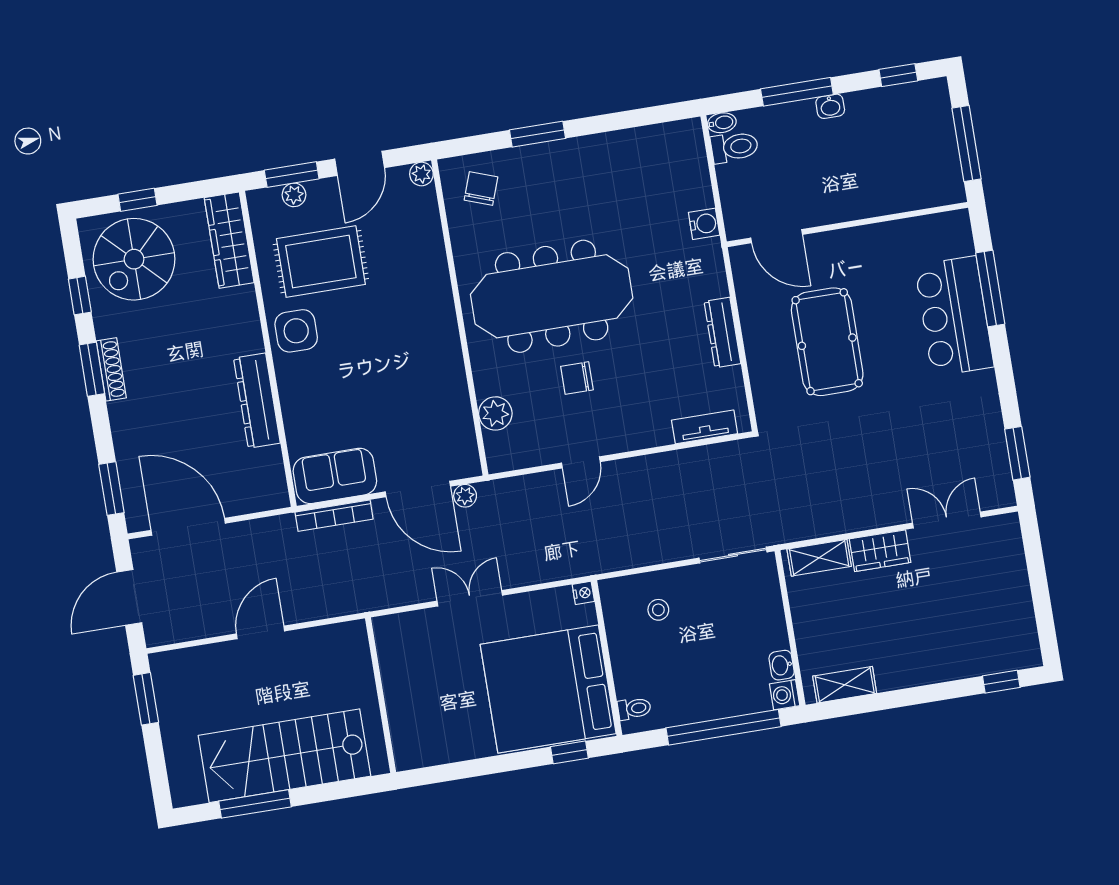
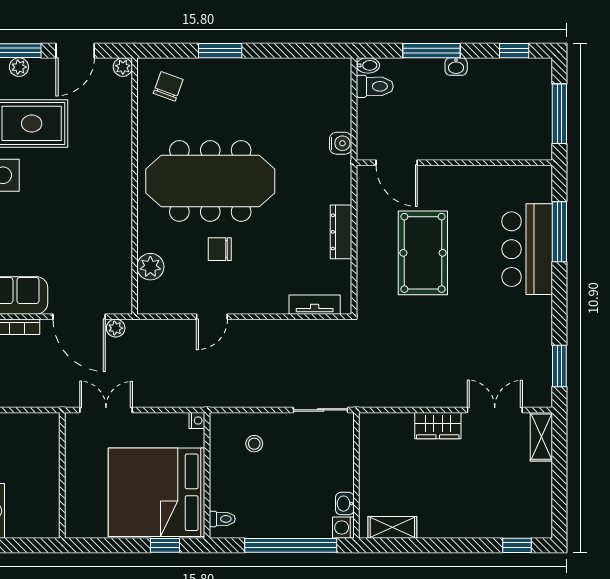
shelving: (819, 558) -> (541, 437), moved, turned 90
wall: (381, 695) -> (62, 475), moved

